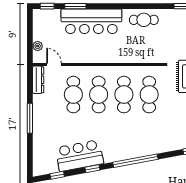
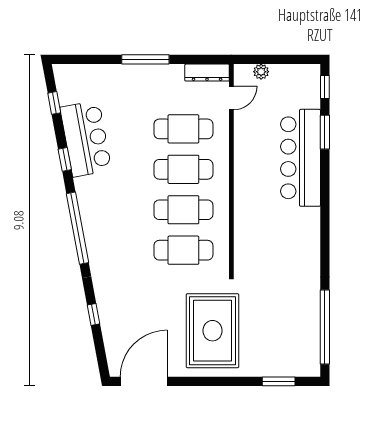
cafe table: (144, 20) -> (303, 242), removed

